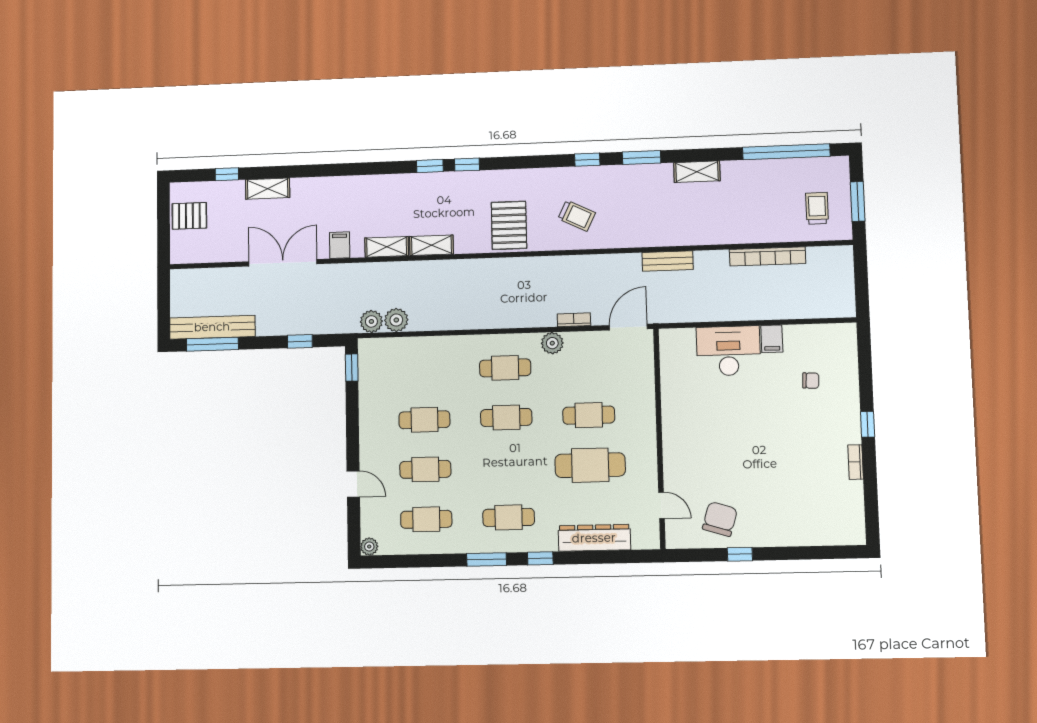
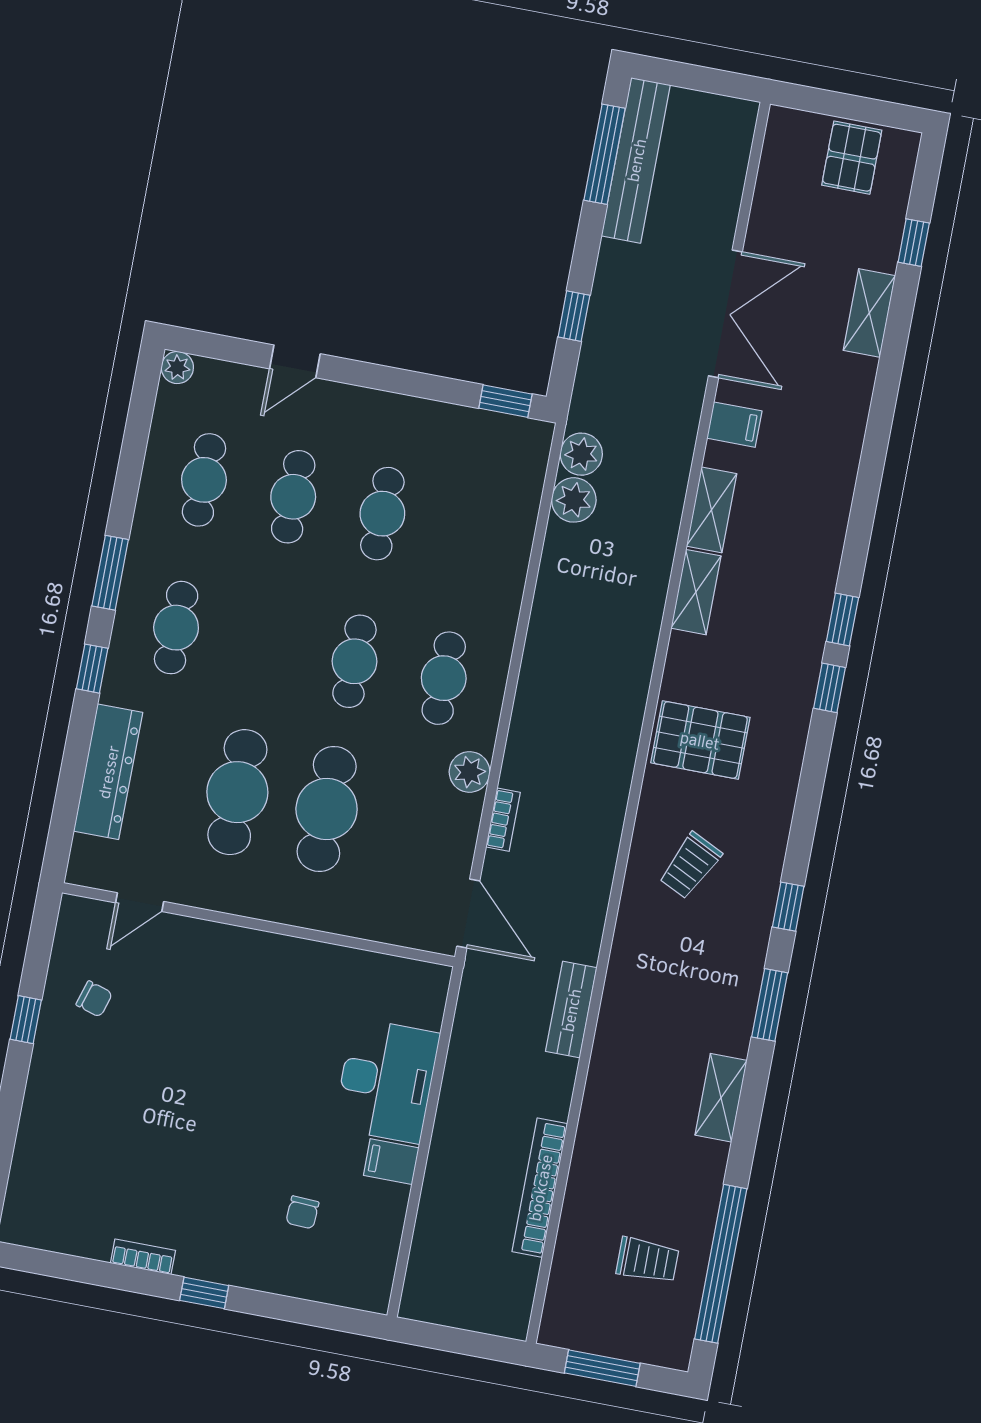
trolley: (817, 208) -> (648, 1260), moved
cafe table: (589, 415) -> (327, 809), width x1.37, depth x1.35
chair: (720, 519) -> (94, 999), width x0.54, depth x0.54

